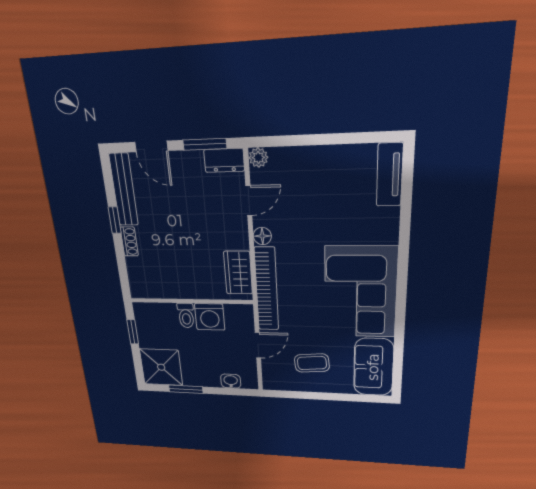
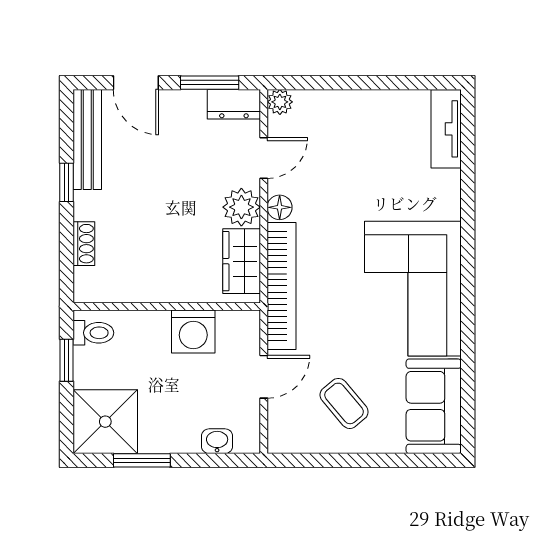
plant: (235, 236) -> (241, 207), added
shoe rack: (129, 242) -> (84, 244), moved
toilet: (186, 316) -> (93, 333), moved, turned -90
coffee table: (312, 363) -> (344, 403), turned 55

